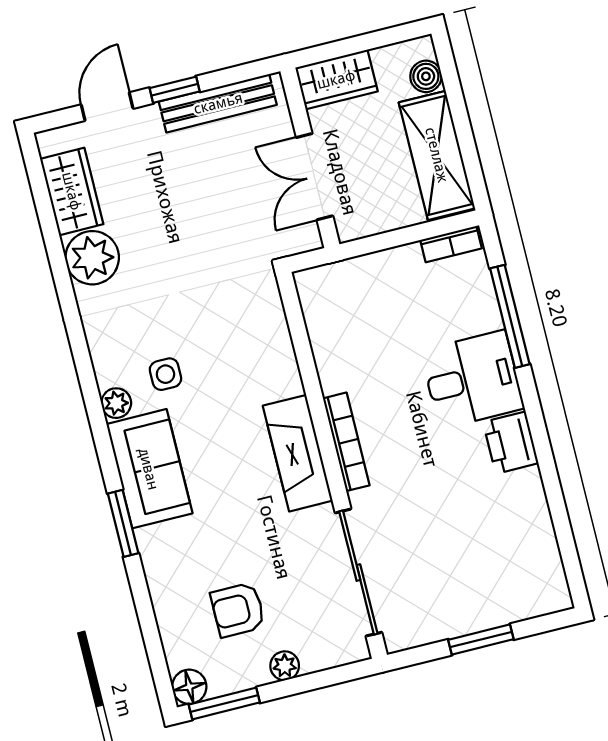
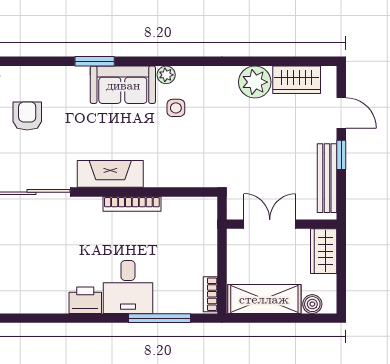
bookcase: (346, 442) -> (132, 204), moved

